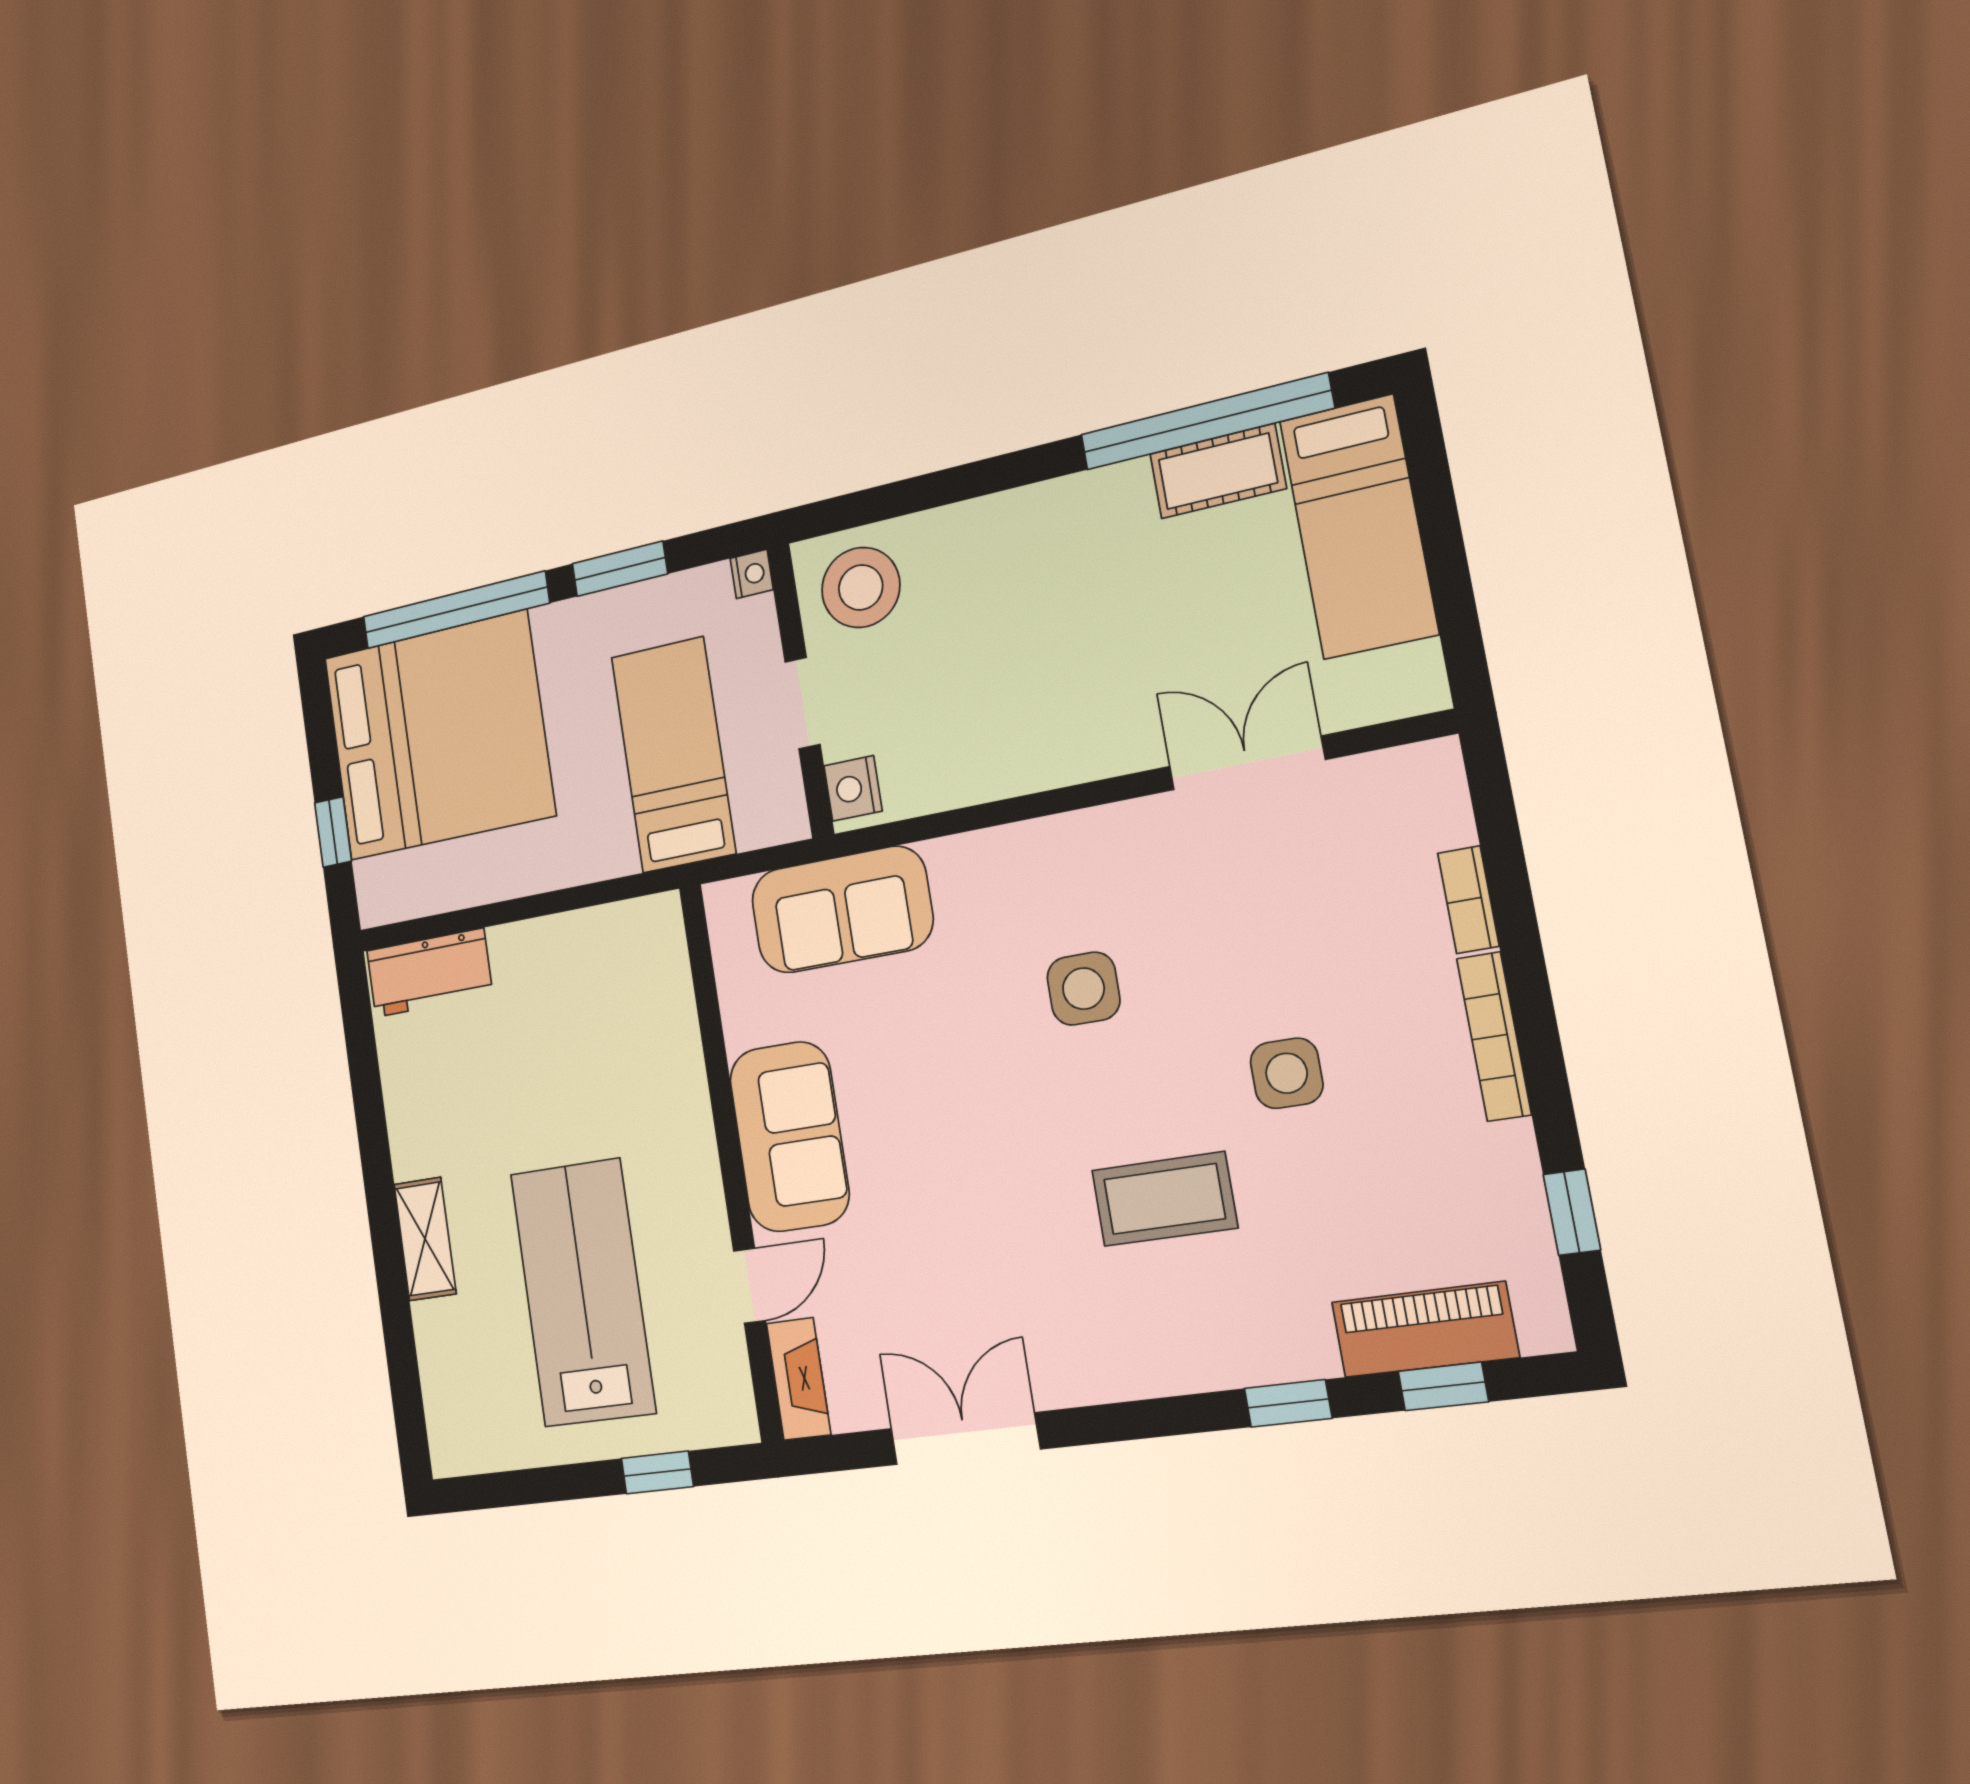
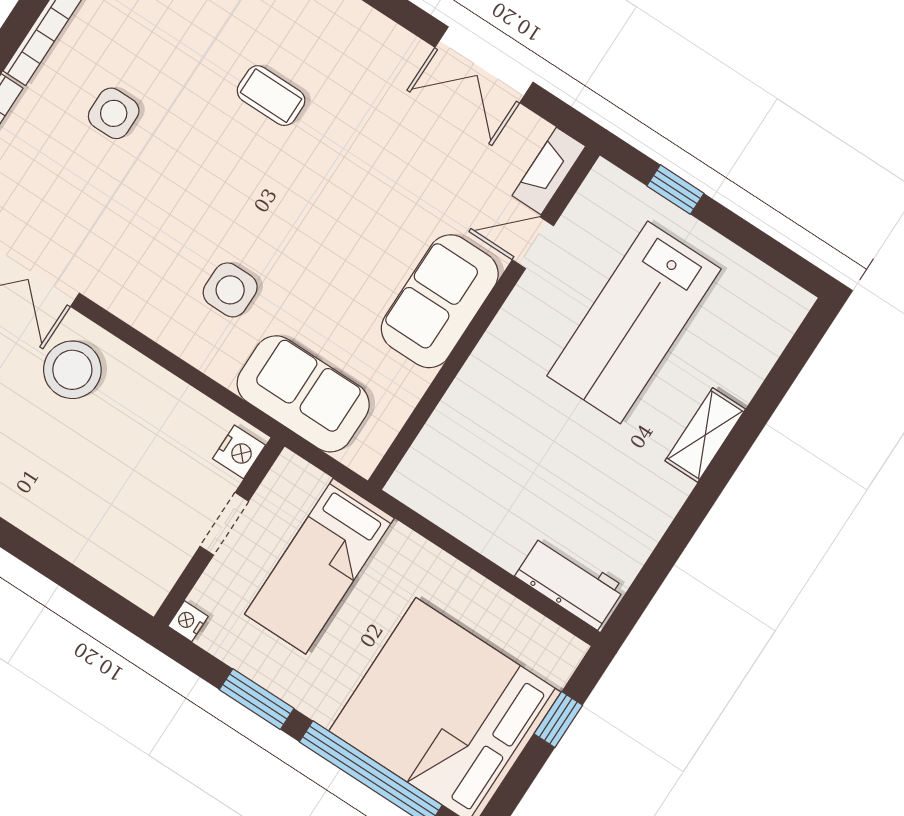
stool: (861, 587) -> (72, 370), moved
side table: (1083, 989) -> (230, 290), moved
side table: (1287, 1073) -> (114, 113), moved
coffee table: (1164, 1199) -> (271, 96), width x0.73, depth x0.77

